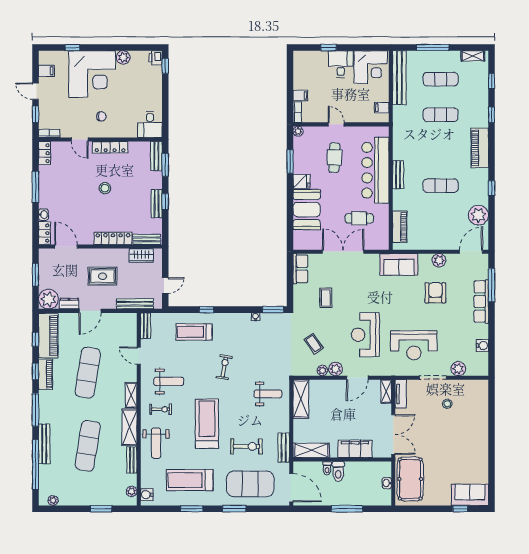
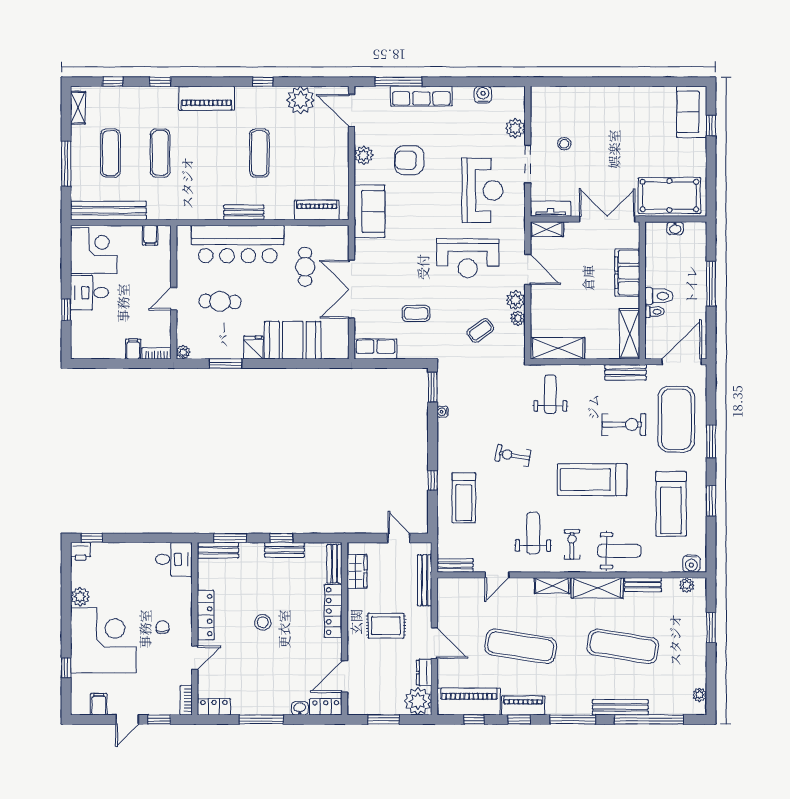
rug: (103, 276) -> (386, 626), turned 90
exercise bike: (246, 446) -> (624, 425), turned 90

